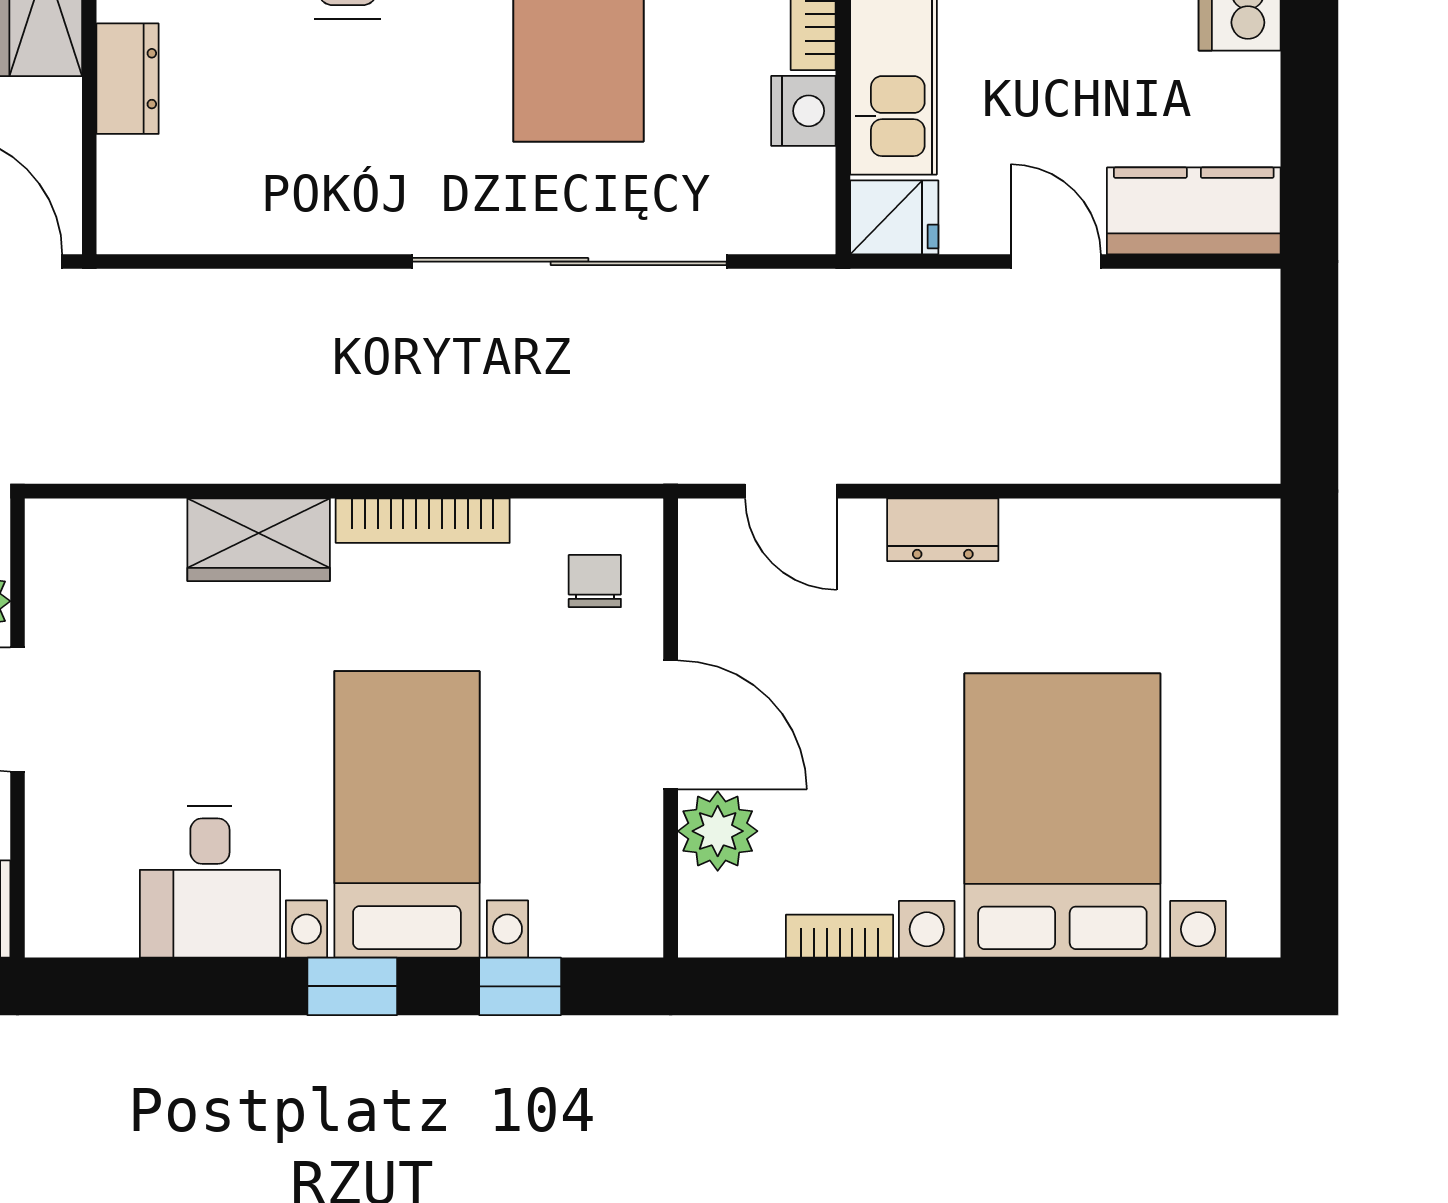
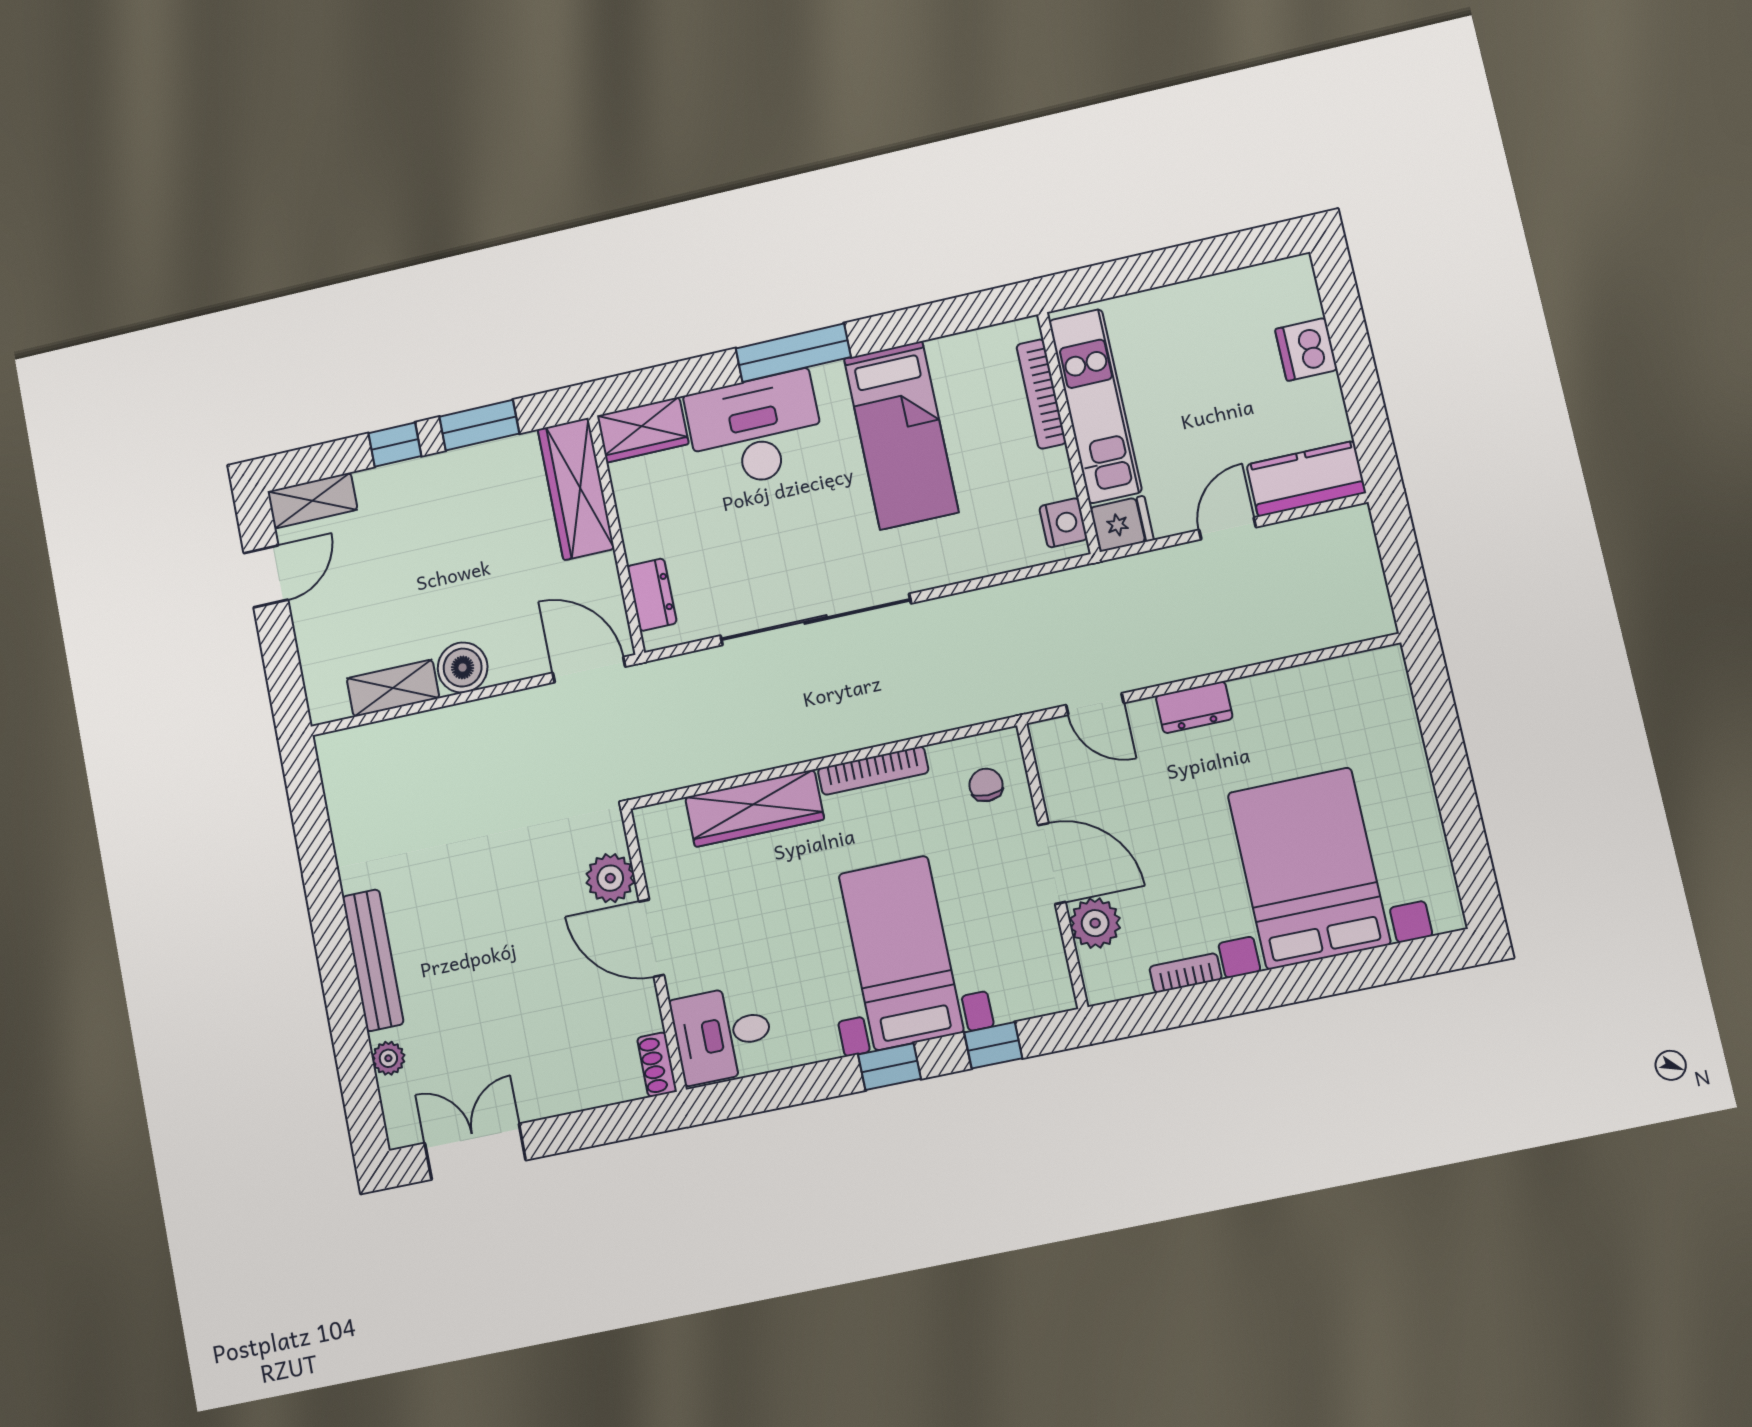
dresser: (128, 79) -> (652, 595), moved
nightstand: (803, 111) -> (1063, 523), moved
sliding door: (569, 262) -> (816, 620), moved
door: (1056, 262) -> (1227, 528), hinge flipped
wardrobe: (259, 540) -> (755, 808), width x1.50
desk: (210, 882) -> (723, 1034), moved, turned 90

